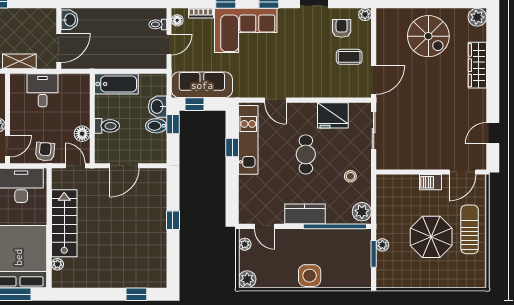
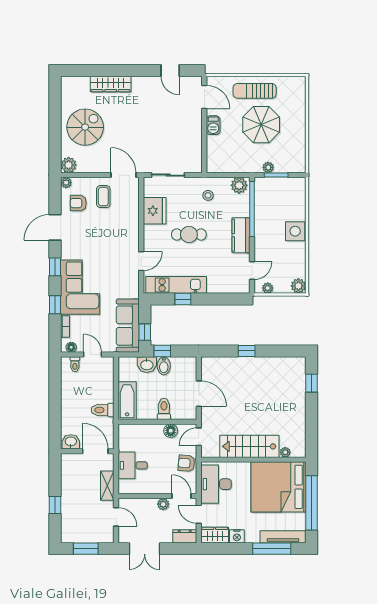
plant: (477, 17) -> (69, 165), moved
toilet: (106, 56) -> (103, 410), added

